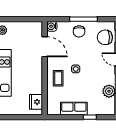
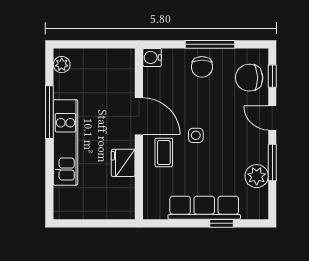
door: (45, 47) -> (139, 116), moved
fridge: (36, 102) -> (123, 163), moved
row of seats: (74, 109) -> (204, 208), width x1.48

